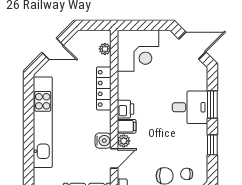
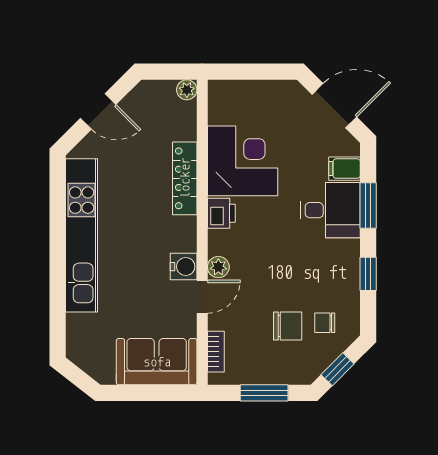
plant: (105, 49) -> (187, 90), moved
corner desk: (138, 51) -> (243, 161), moved, turned -90
filing cabinet: (127, 126) -> (344, 169), moved, turned 180

